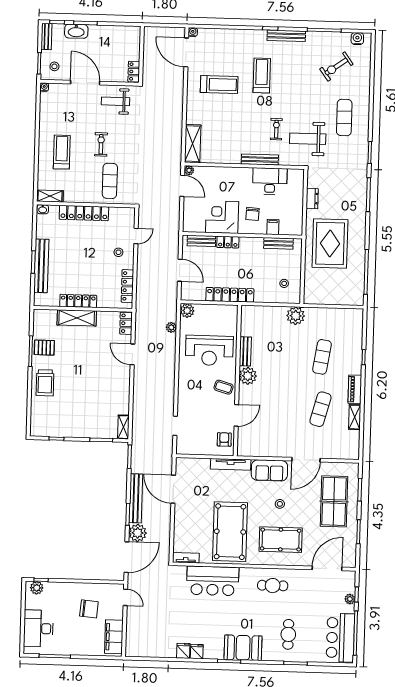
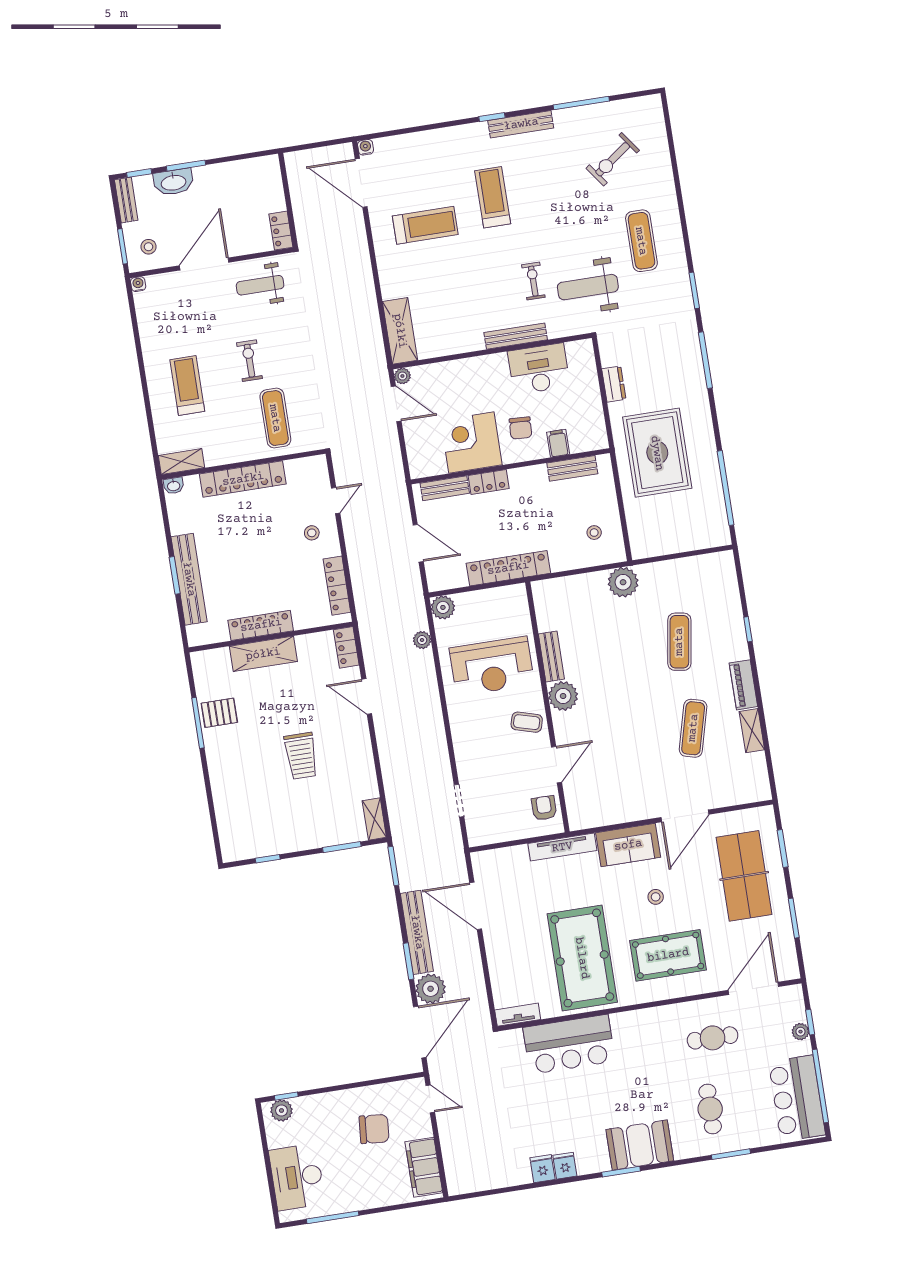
water cooler: (357, 39) -> (638, 107), removed
door: (85, 83) -> (204, 264), hinge flipped
trolley: (45, 383) -> (301, 756), moved
cafe table: (273, 586) -> (713, 1038), moved

